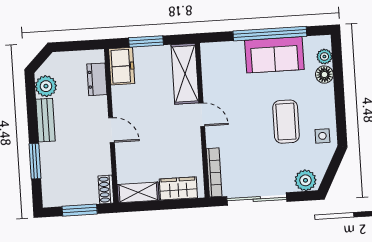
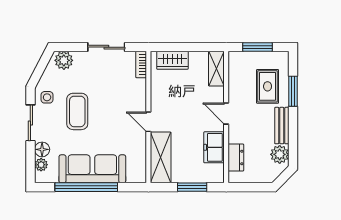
sofa: (274, 55) -> (92, 169), width x1.36
freezer: (122, 66) -> (214, 147), moved
sliding door: (340, 105) -> (30, 123), added
rug: (65, 165) -> (268, 86), added
bookcase: (214, 172) -> (141, 65), width x0.64
shoe rack: (106, 189) -> (234, 63), removed
shelving: (138, 192) -> (216, 69), moved, turned 90
sliding door: (257, 199) -> (106, 47), width x0.73

